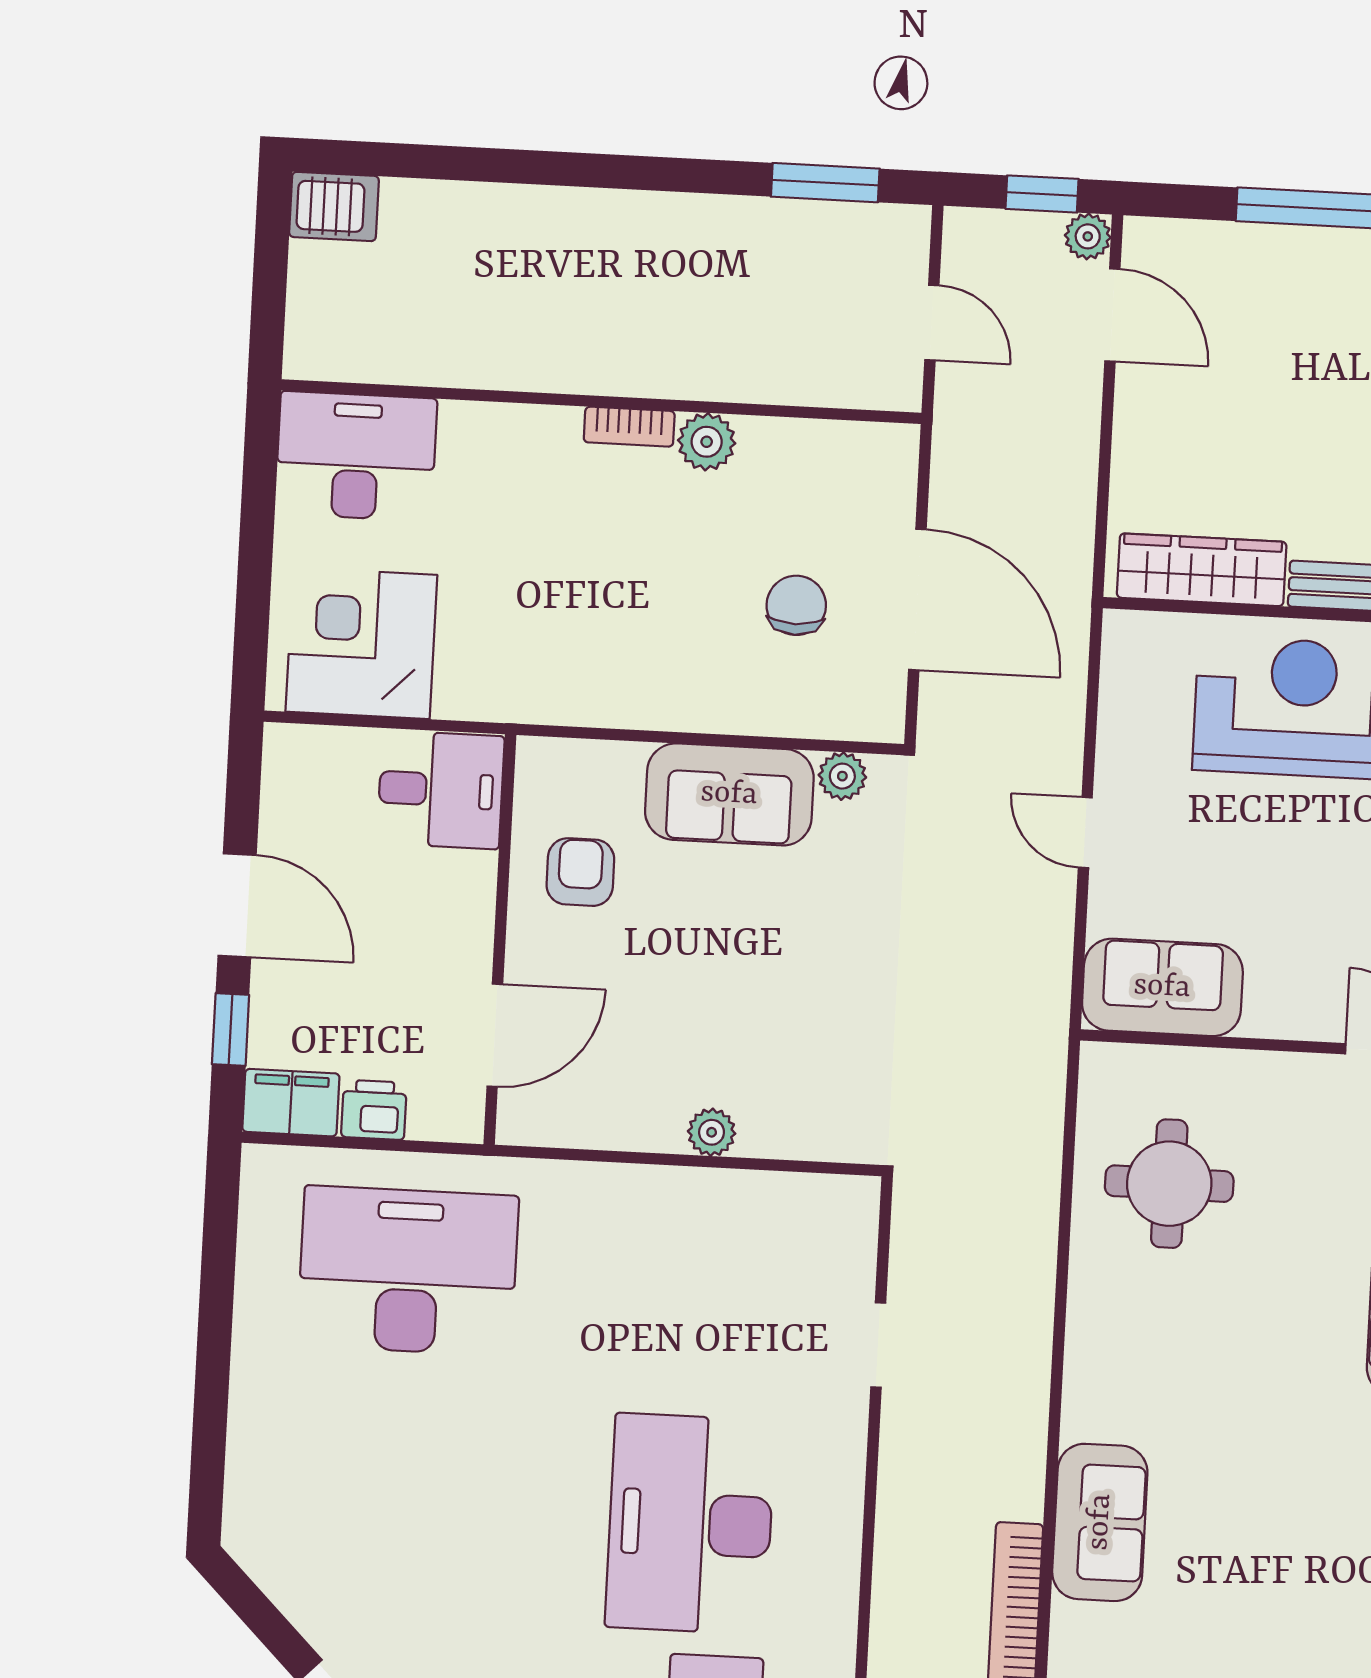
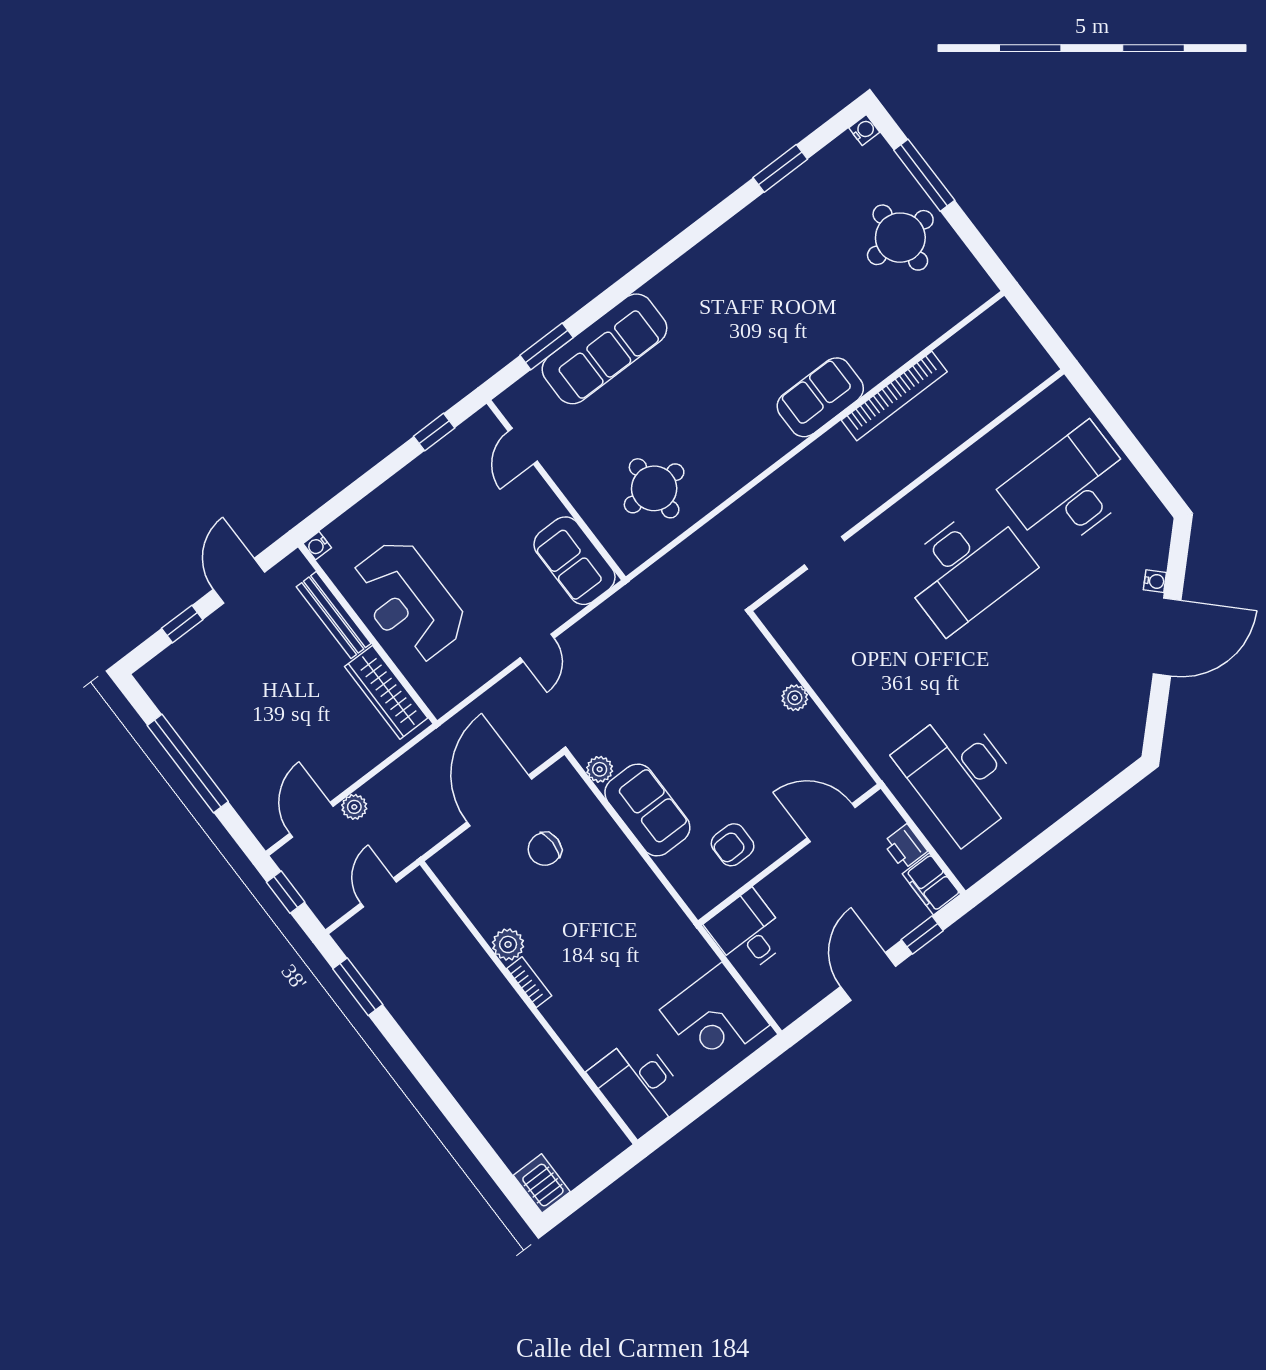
plant: (1088, 236) -> (354, 807), moved

